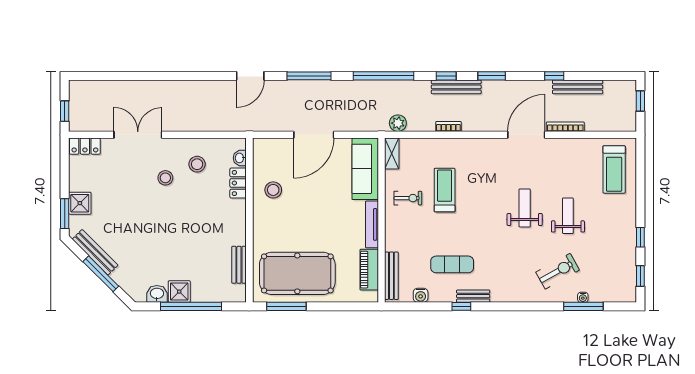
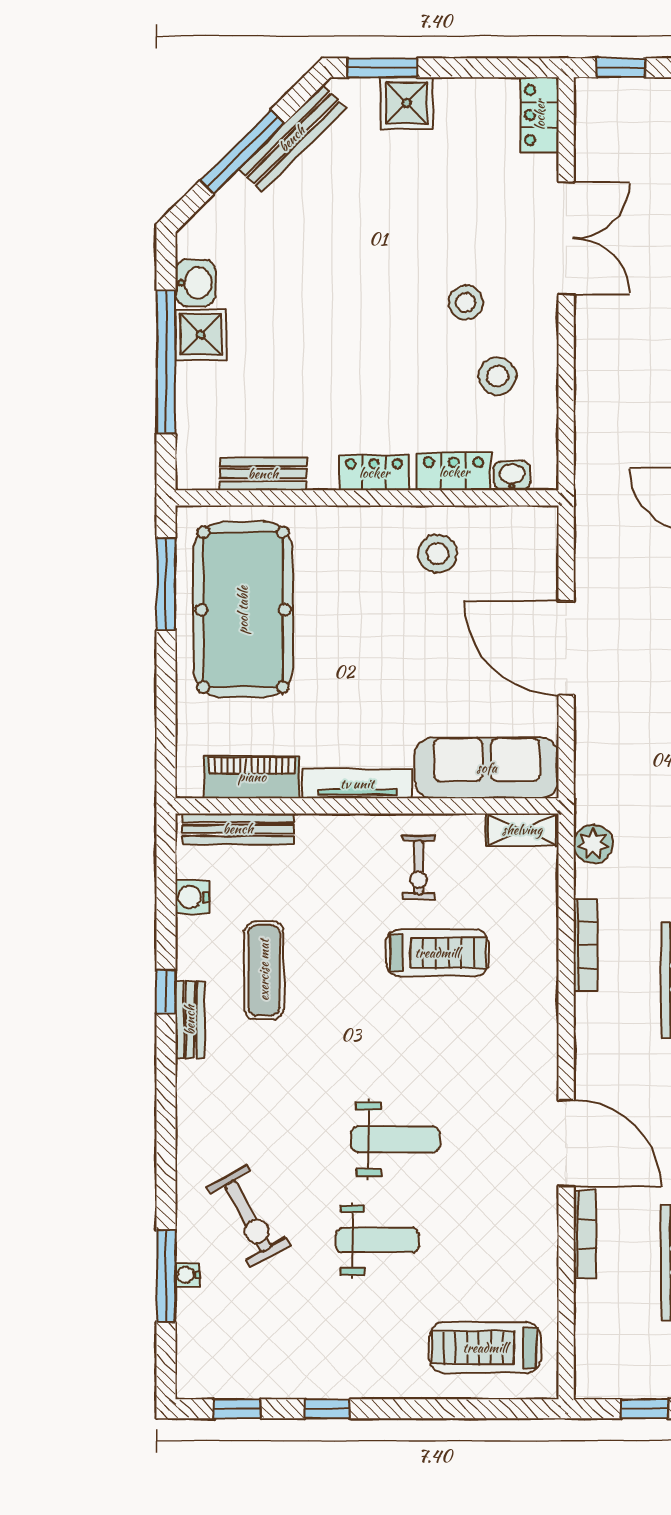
bookcase: (448, 126) -> (585, 945), width x1.56
locker: (238, 217) -> (374, 473), added

